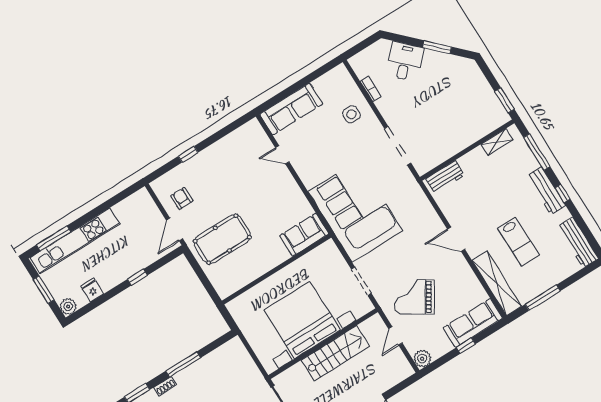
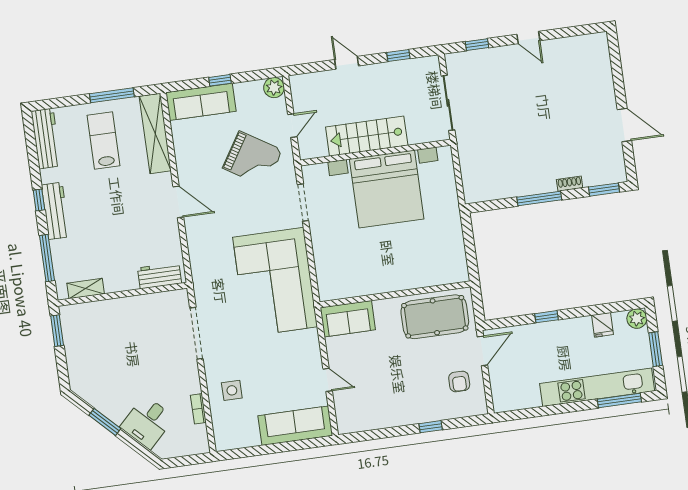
sofa: (304, 235) -> (348, 319), moved
lab bench: (518, 242) -> (104, 141), moved
wall: (277, 269) -> (395, 294), moved

